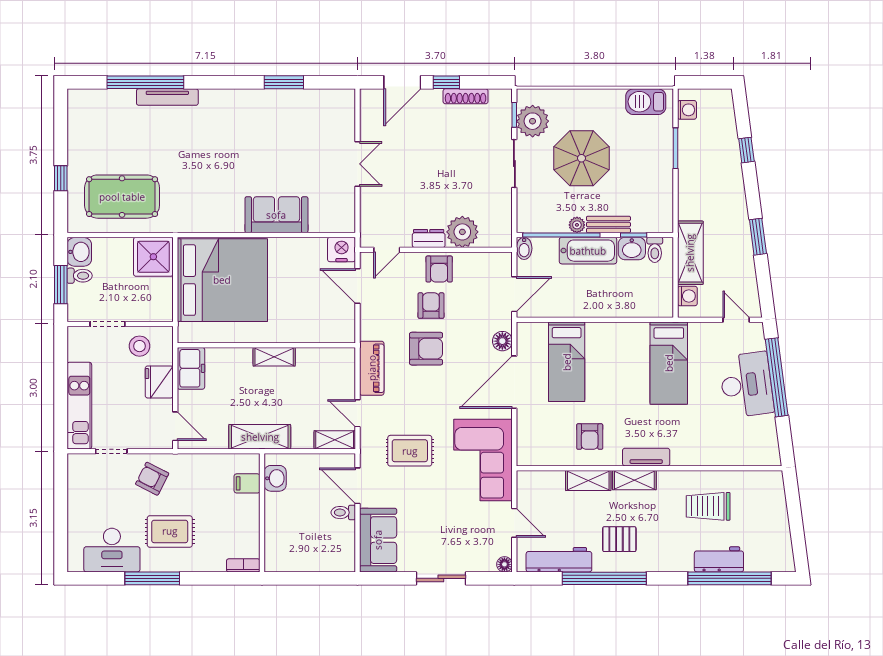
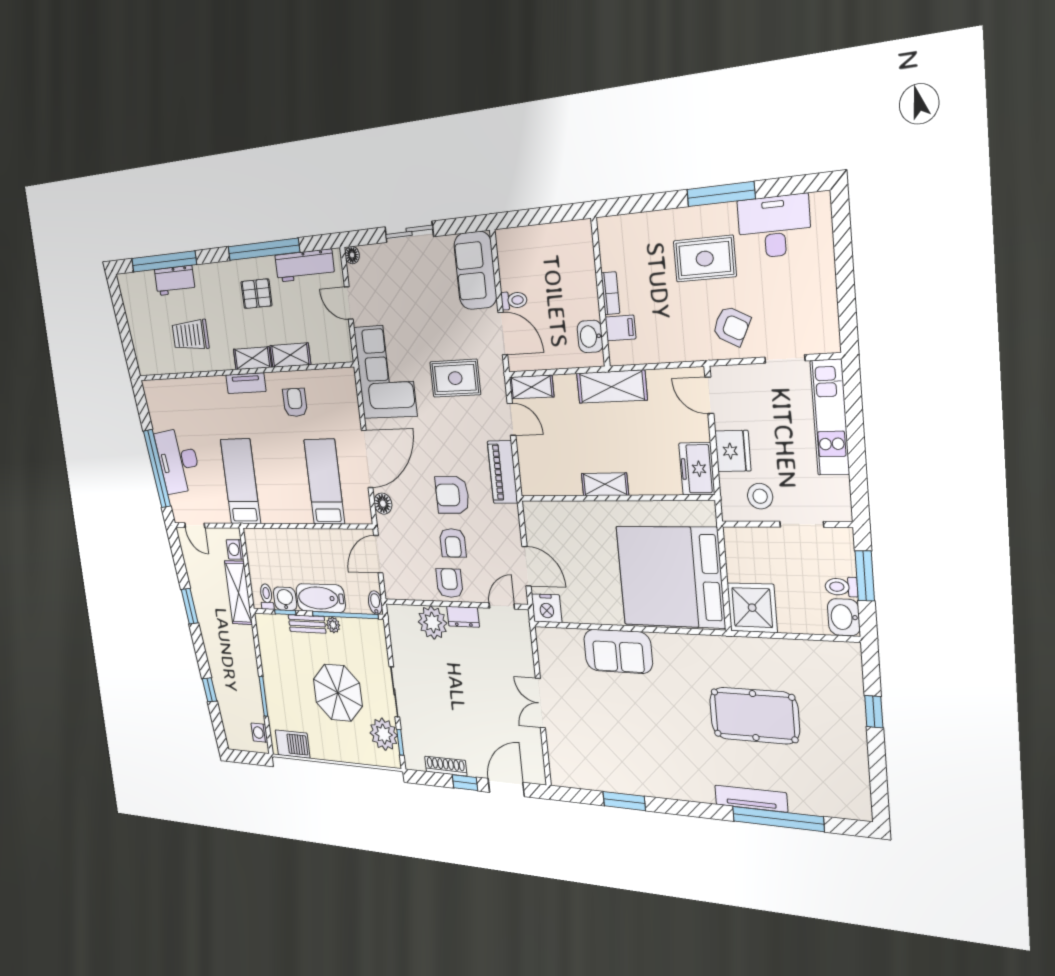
pool table: (122, 197) -> (754, 716), moved
trolley: (708, 506) -> (190, 335), turned 180
bookcase: (243, 565) -> (610, 293), moved, turned -90

